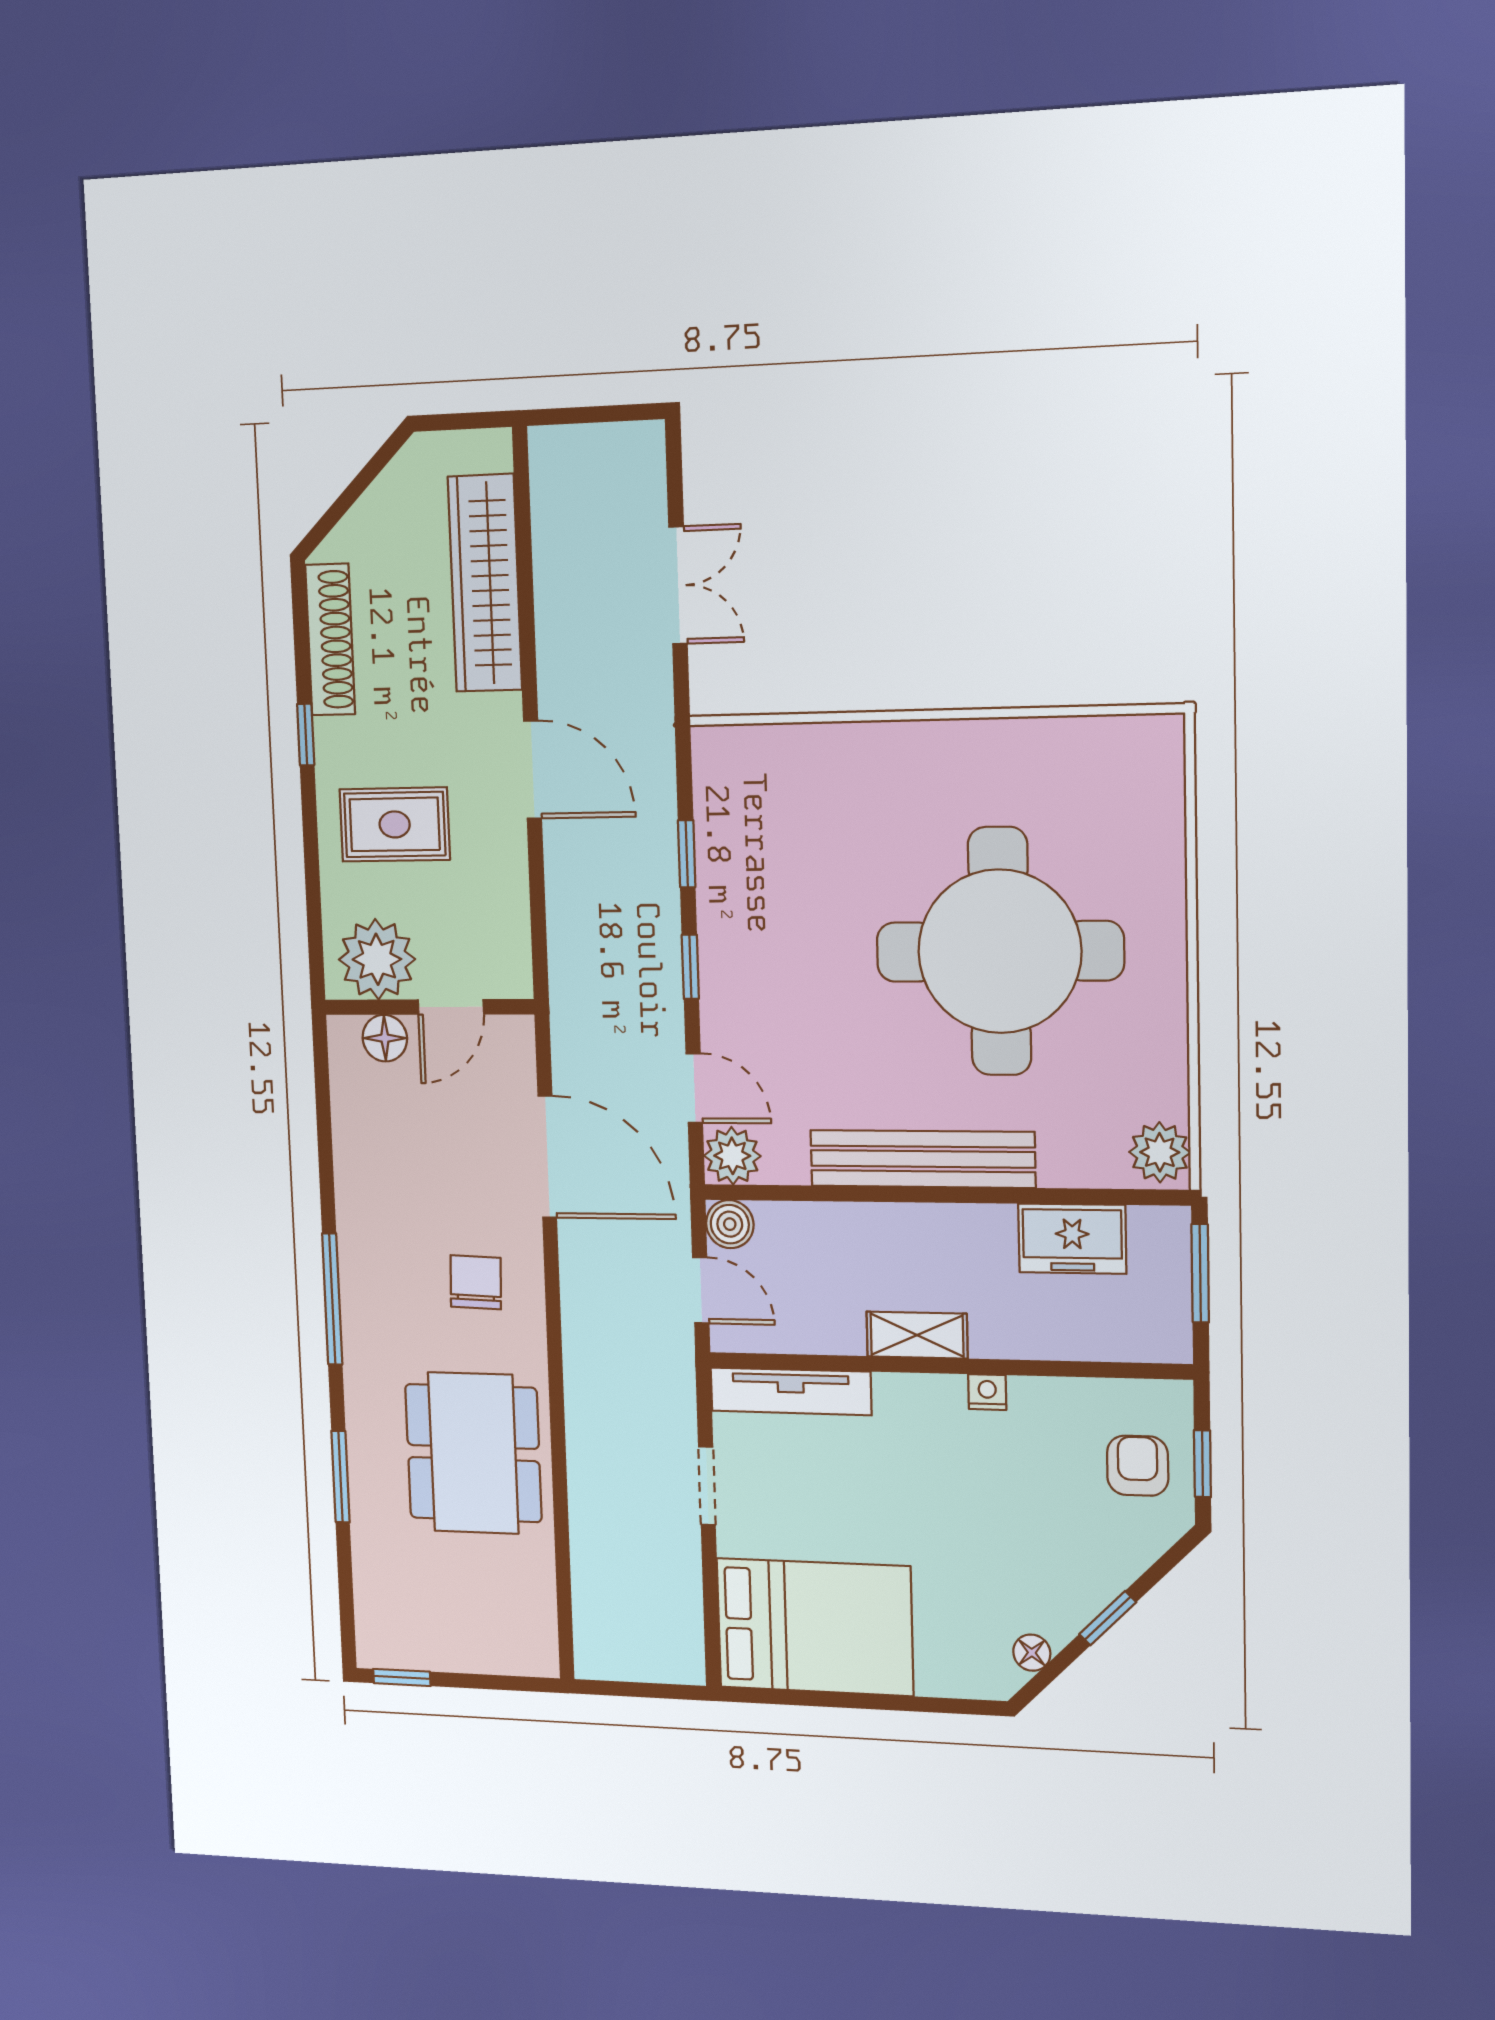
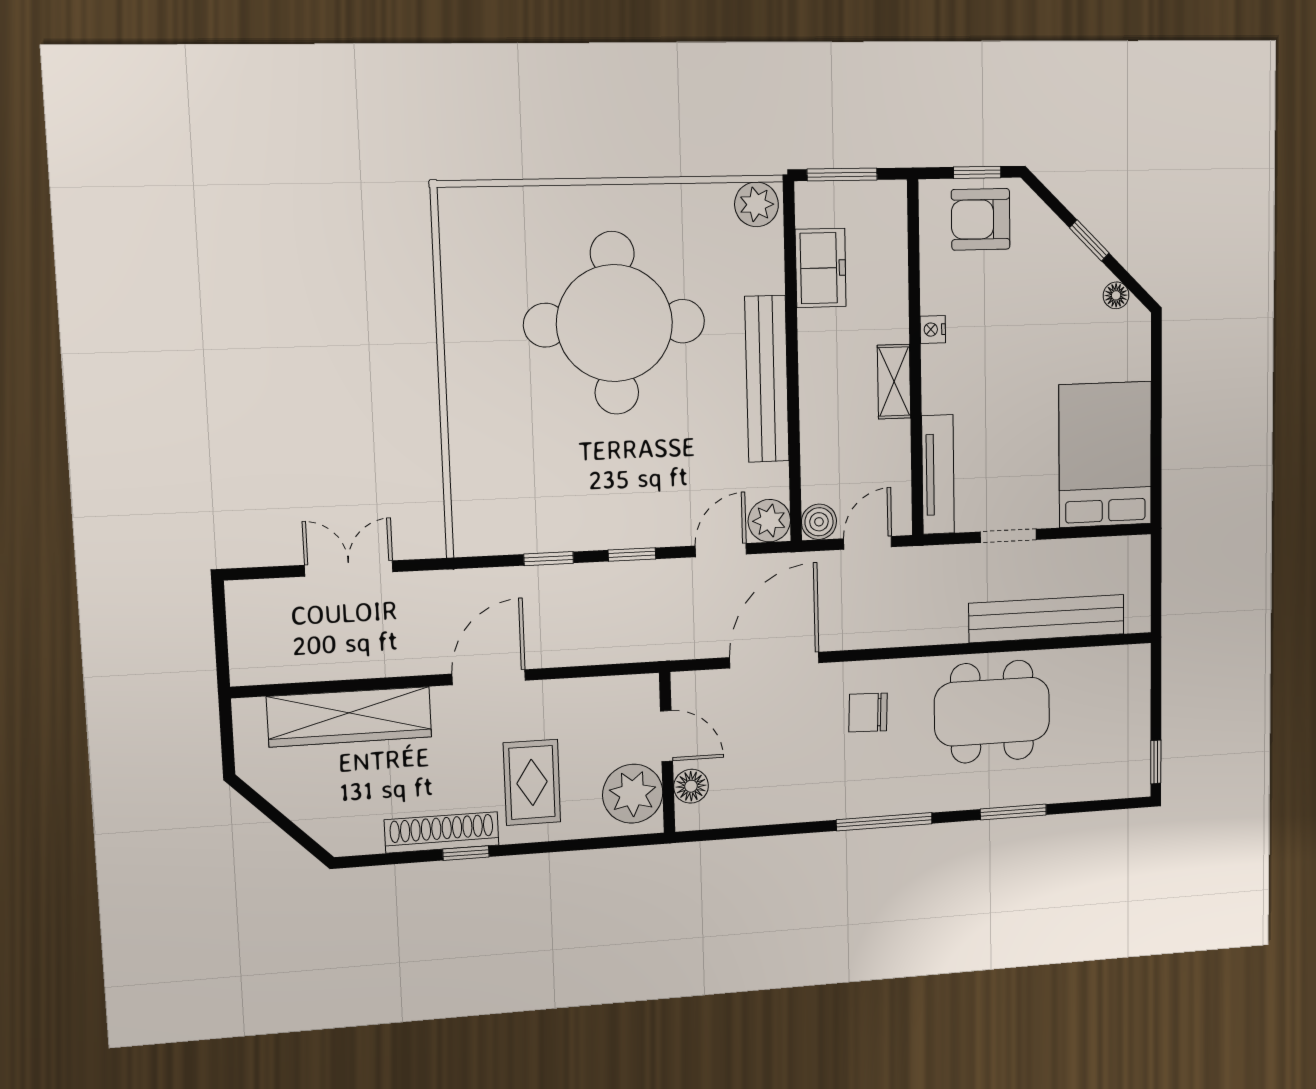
shoe rack: (330, 640) -> (442, 832), moved
armchair: (1138, 1466) -> (981, 219), width x1.38, depth x1.38
bench: (595, 1534) -> (1047, 619), added

